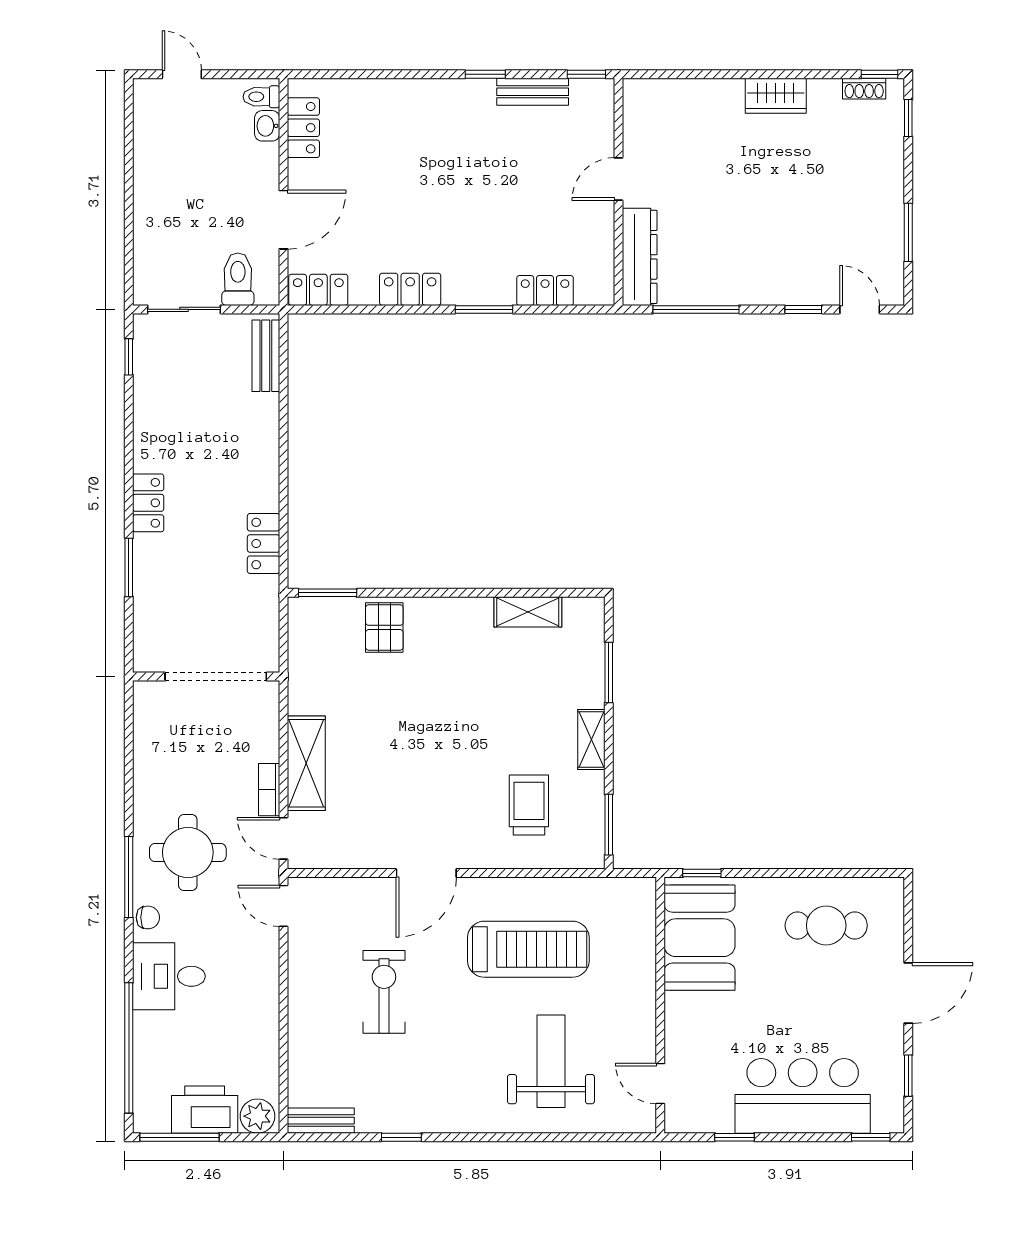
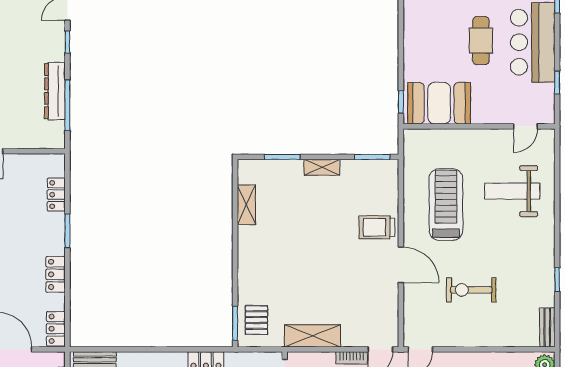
dresser: (640, 257) -> (55, 91), moved, turned -90
pallet: (384, 627) -> (256, 320), moved, turned 90
shelving: (306, 763) -> (312, 336), moved
trolley: (529, 805) -> (377, 227), moved
cafe table: (826, 926) -> (481, 41), moved

